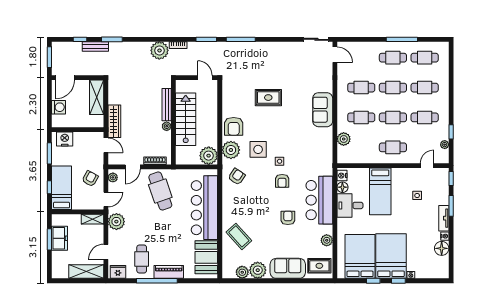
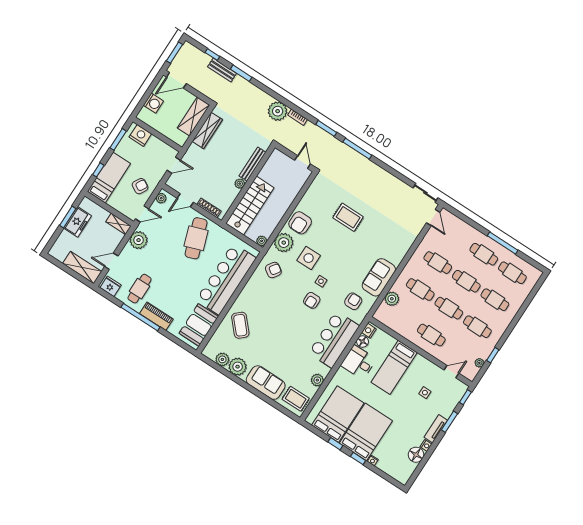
sofa: (323, 110) -> (379, 277), moved
stairs: (186, 119) -> (250, 206), moved
wardrobe: (114, 121) -> (207, 130), moved
door: (106, 145) -> (174, 165), hinge flipped
plant: (209, 156) -> (262, 241), width x0.53, depth x0.53
armchair: (288, 218) -> (353, 301), moved

